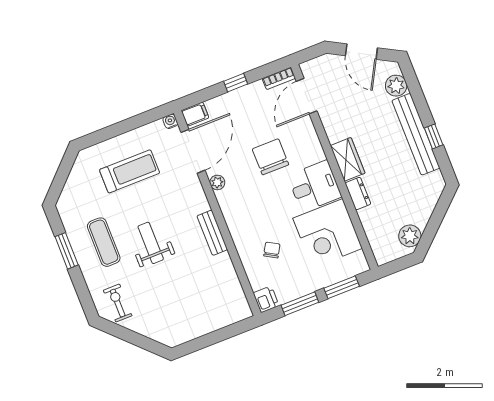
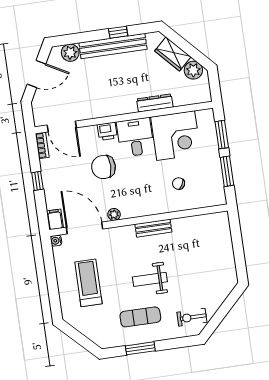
wardrobe: (348, 159) -> (173, 54), moved, turned -133
dresser: (358, 194) -> (155, 103), width x1.44
printer: (266, 299) -> (107, 131), moved, turned 180

